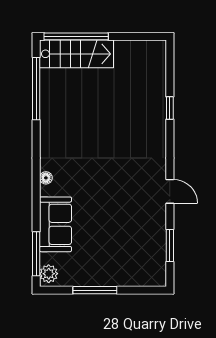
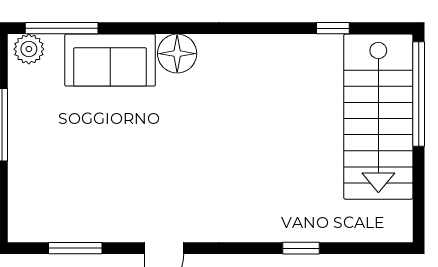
stairs: (76, 54) -> (378, 117), width x1.36, depth x1.51
window: (36, 89) -> (333, 28), width x0.32
floor lamp: (46, 178) -> (177, 54), width x1.89, depth x1.89

